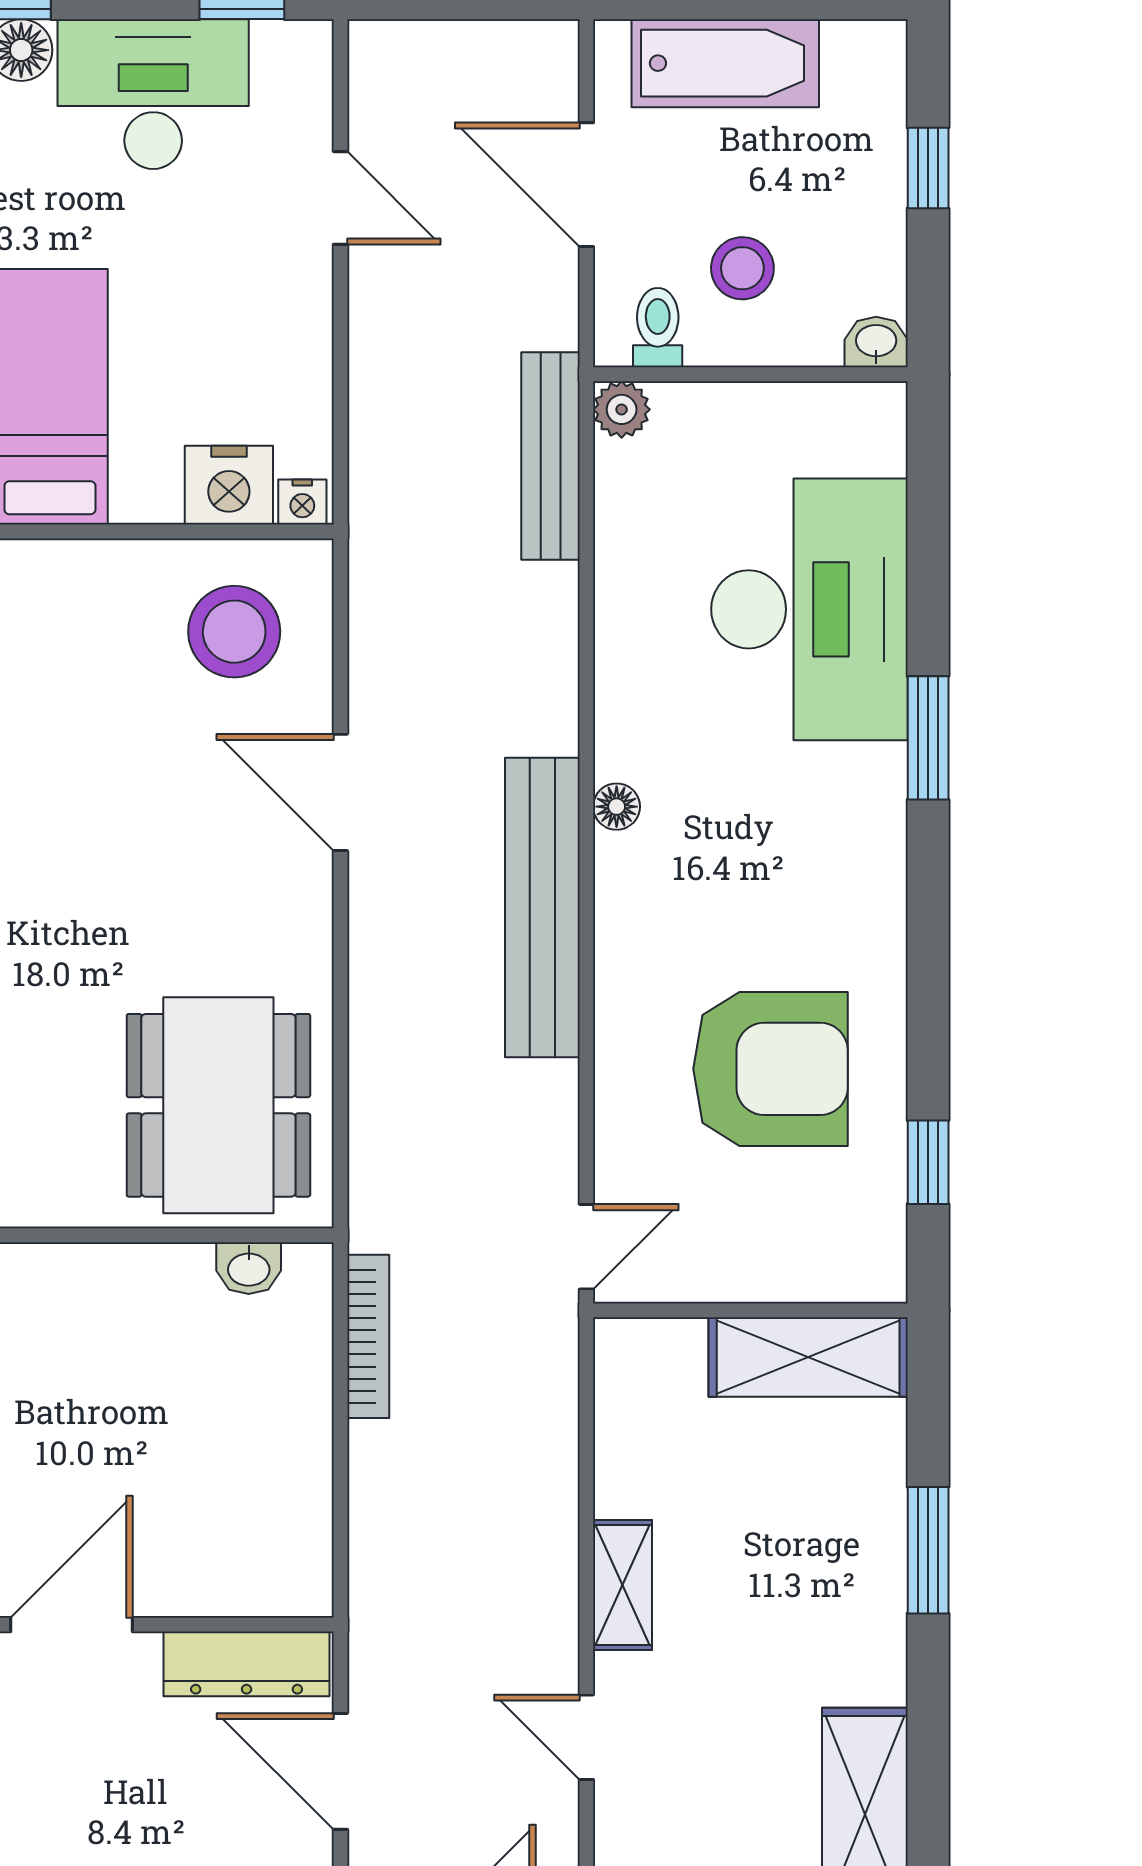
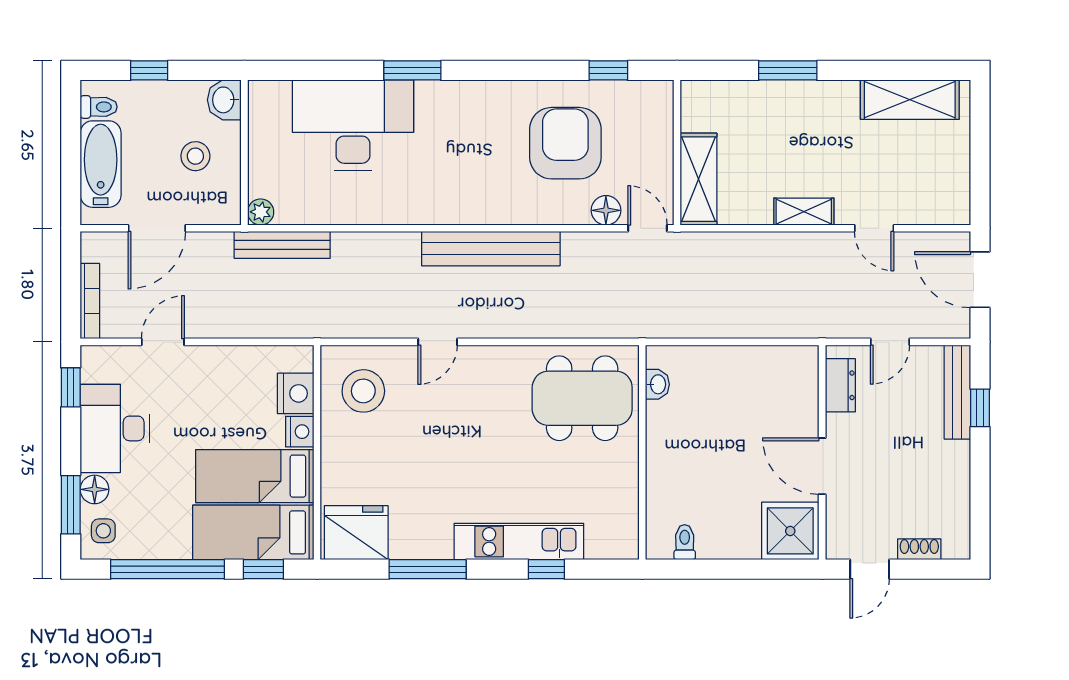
toilet: (658, 328) -> (99, 107), moved, turned 180
washbasin: (876, 342) -> (224, 100), width x1.38, depth x1.45
nightstand: (302, 502) -> (300, 432), moved, width x1.39, depth x1.35
door: (340, 792) -> (438, 342), width x0.73
floor lamp: (617, 807) -> (606, 210), moved, width x1.37, depth x1.37
bookcase: (368, 1336) -> (90, 301), moved, turned 90
shelving: (808, 1357) -> (698, 179), moved
dresser: (247, 1664) -> (840, 385), width x0.70
door: (586, 1737) -> (874, 228), hinge flipped
door: (340, 1771) -> (890, 342), width x0.73

